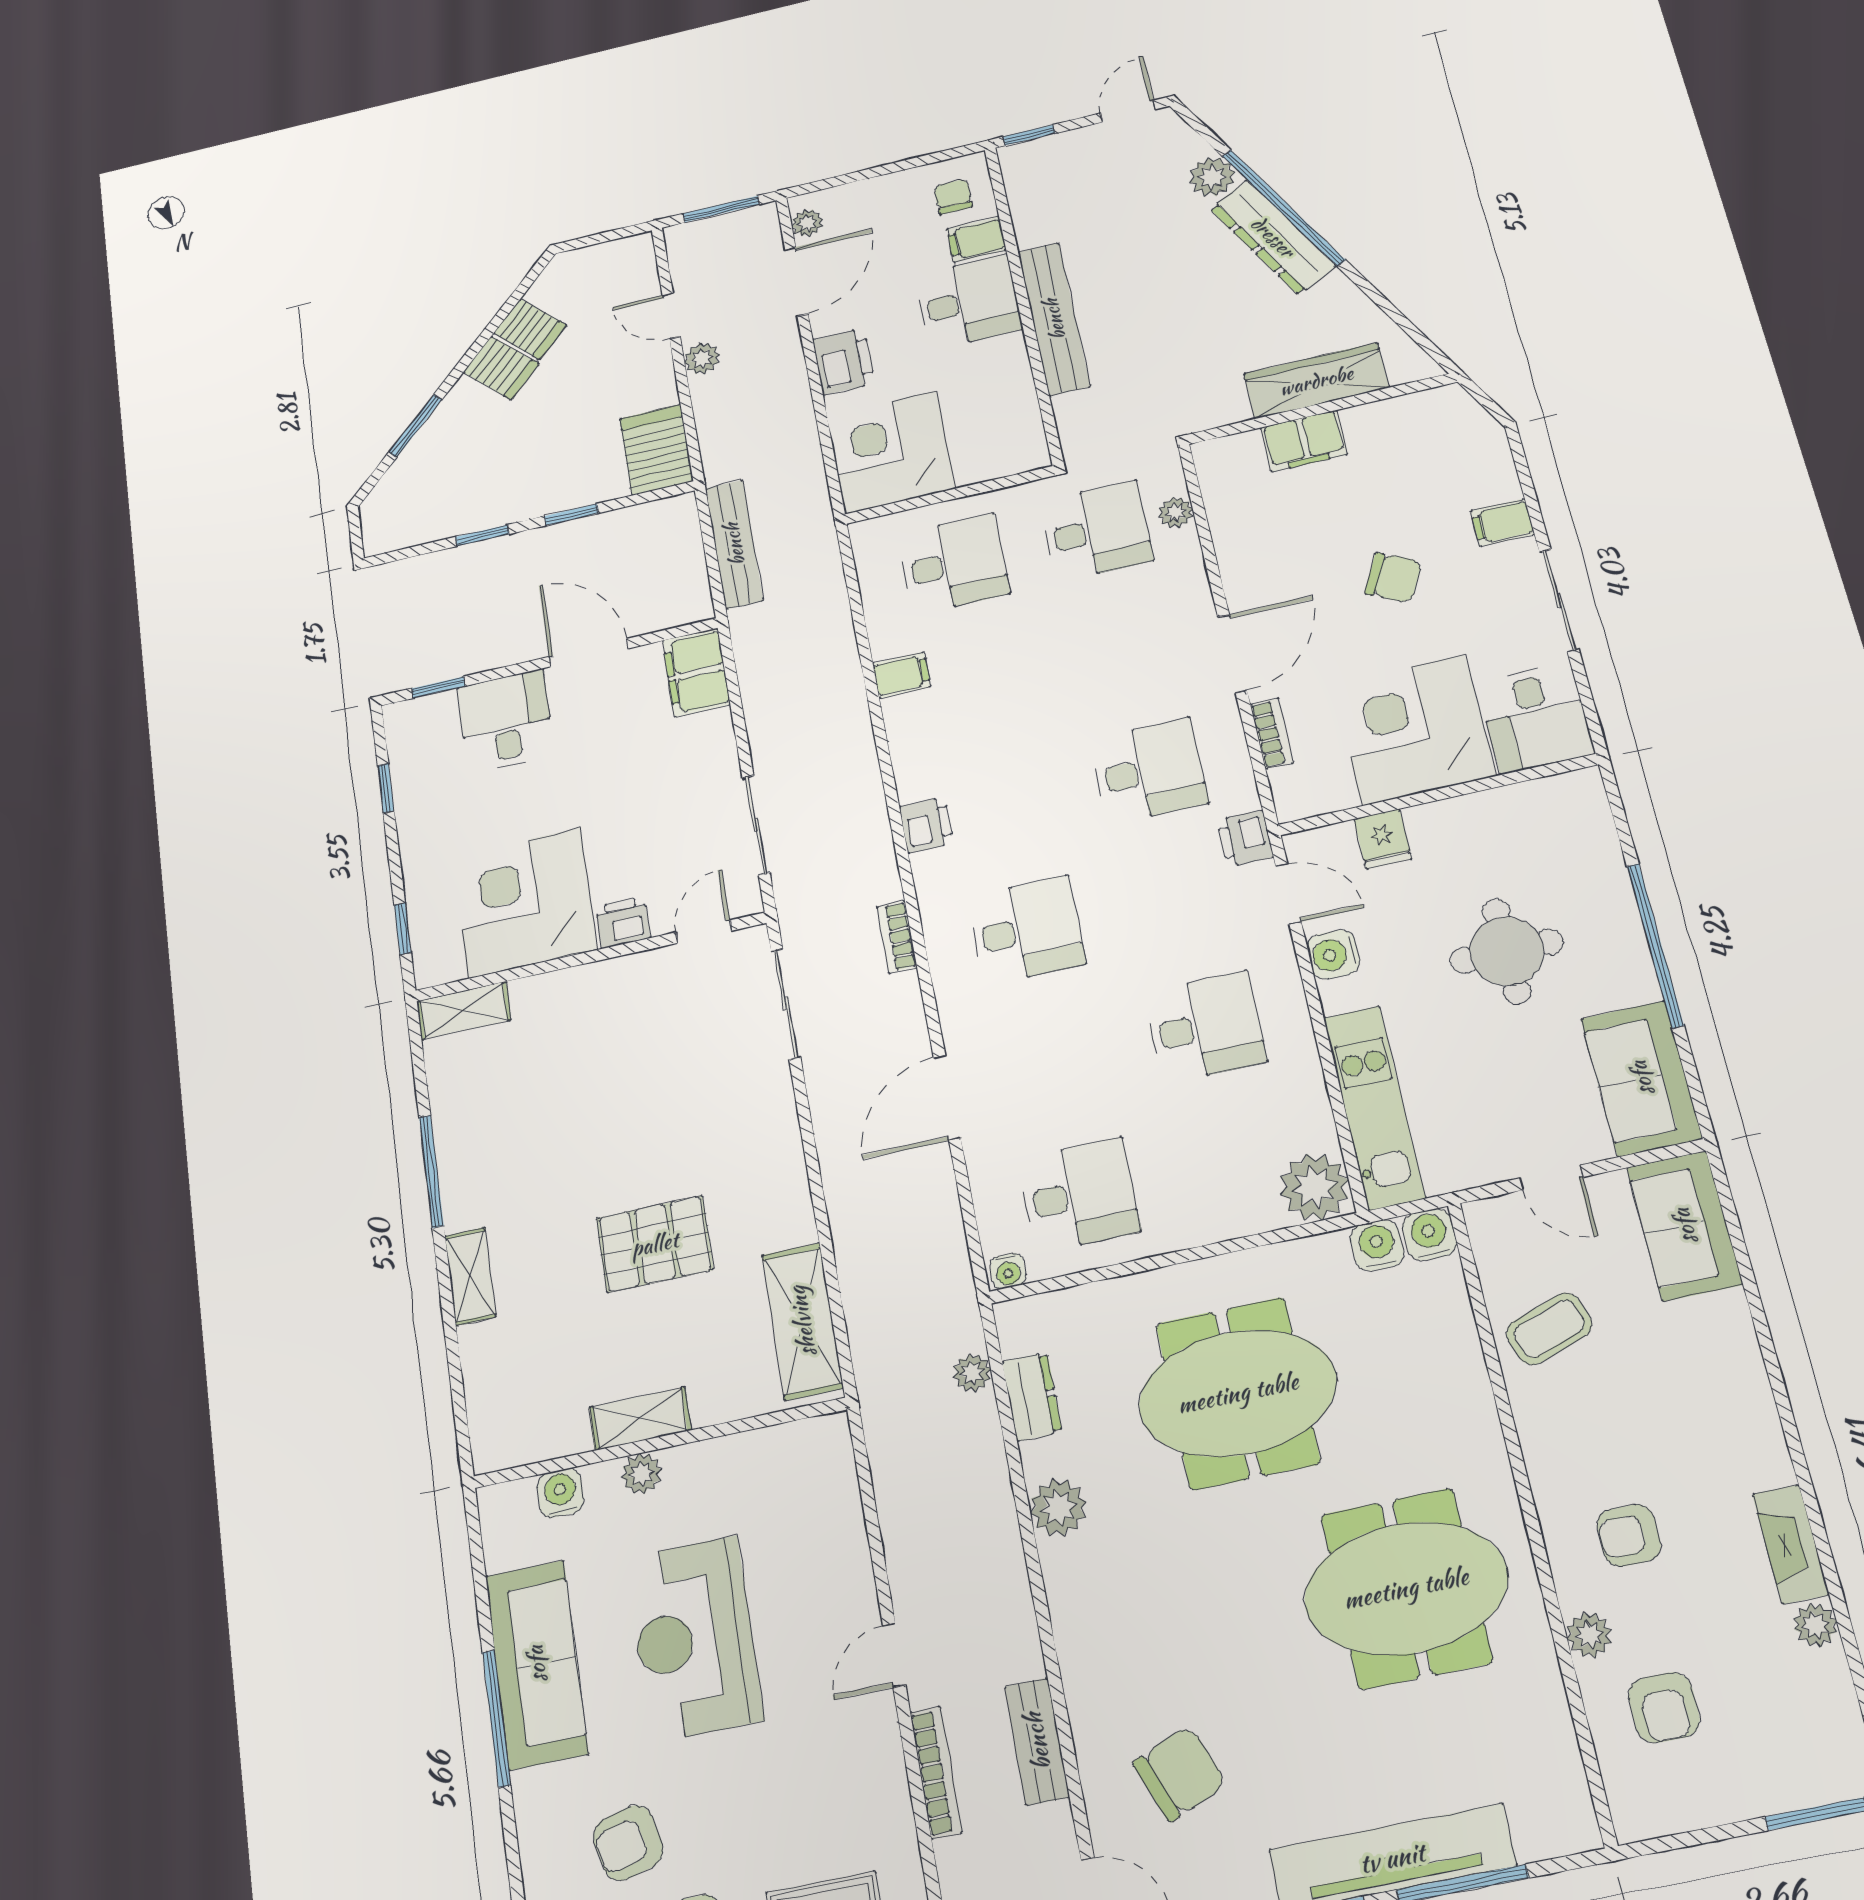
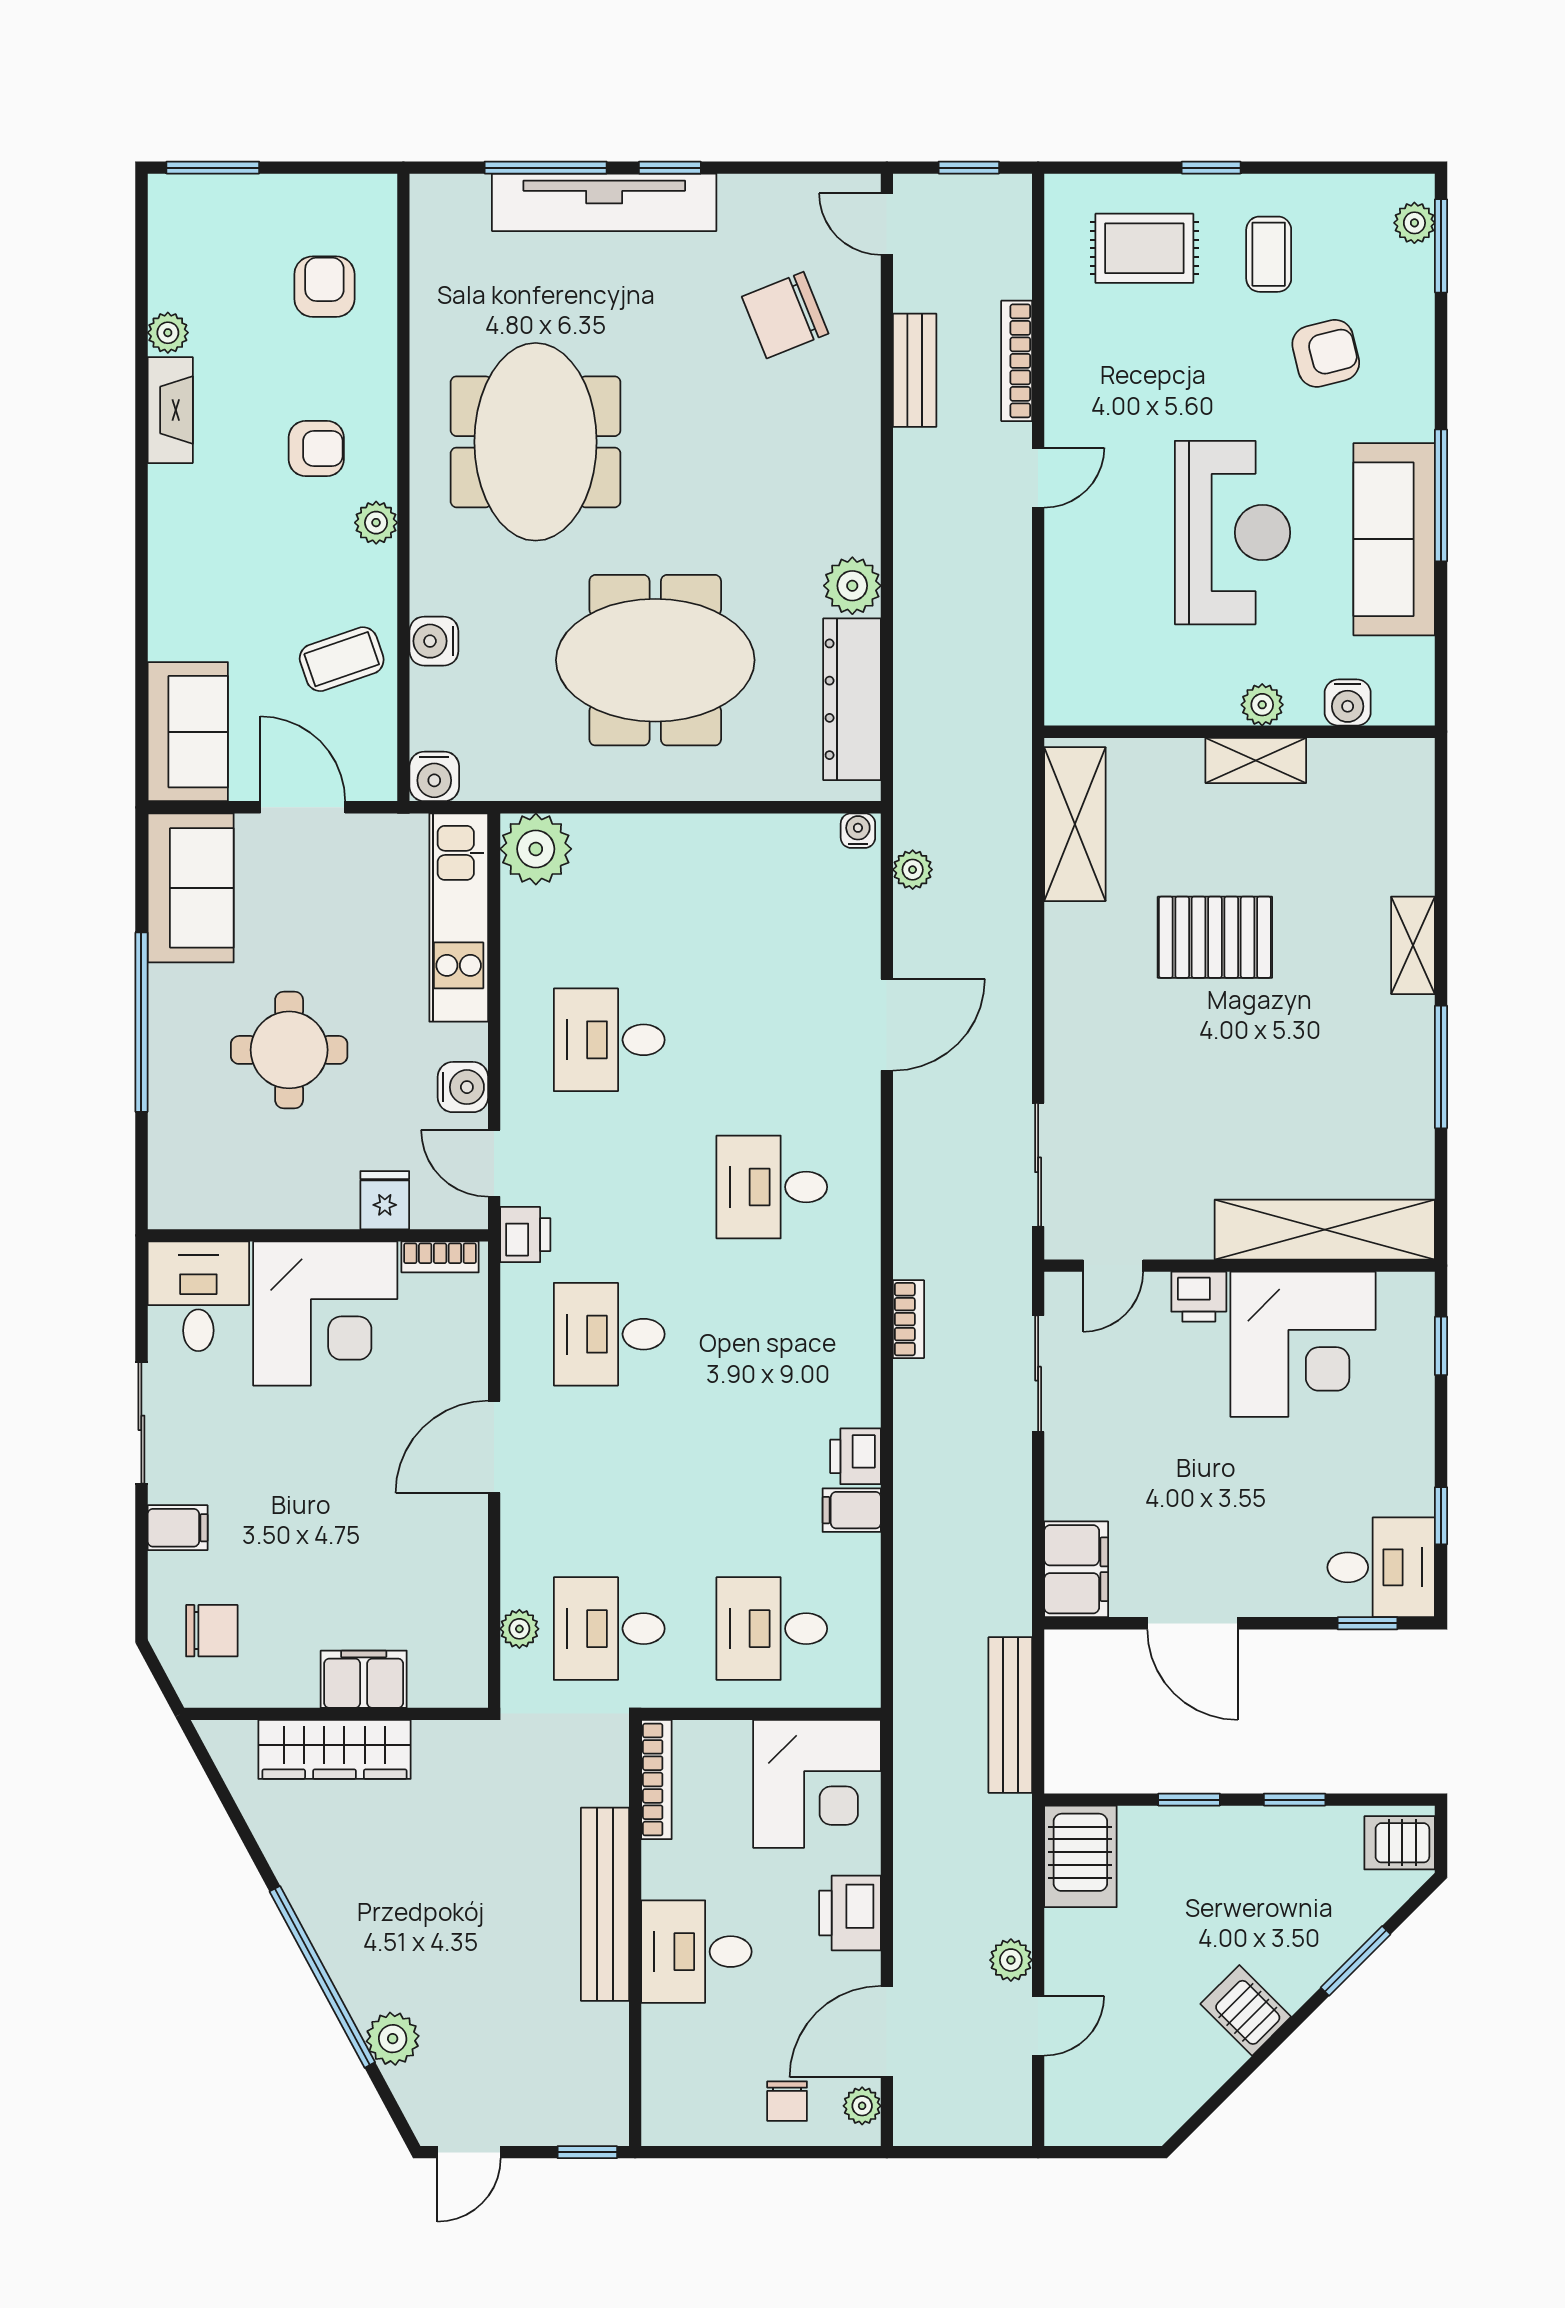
chair: (953, 197) -> (787, 2101), moved
window: (721, 209) -> (959, 2152), removed
dresser: (1273, 237) -> (342, 1942), removed
filing cabinet: (977, 240) -> (672, 2030), removed
door: (671, 316) -> (1038, 2026), hinge flipped
server rack: (530, 329) -> (1400, 1843), moved, turned -45
bookcase: (1030, 423) -> (656, 1780), added
chair: (1393, 578) -> (212, 1631), moved, turned 153
desk: (506, 721) -> (1381, 1567), moved, turned -90
bookcase: (1272, 733) -> (440, 1257), moved, turned -90
printer: (926, 825) -> (856, 1456), moved
bookcase: (897, 937) -> (909, 1319), moved
shelving: (464, 1011) -> (1325, 1230), width x2.20, depth x1.33
door: (1551, 1178) -> (303, 807), width x1.38
desk: (1079, 1195) -> (772, 893), removed
water cooler: (1377, 1245) -> (434, 641), moved, turned 90
plant: (972, 1373) -> (913, 870), moved
dresser: (1032, 1397) -> (852, 699), width x1.96, depth x1.24
meeting table: (1406, 1588) -> (536, 442), turned 90
plant: (1589, 1635) -> (376, 523), moved

